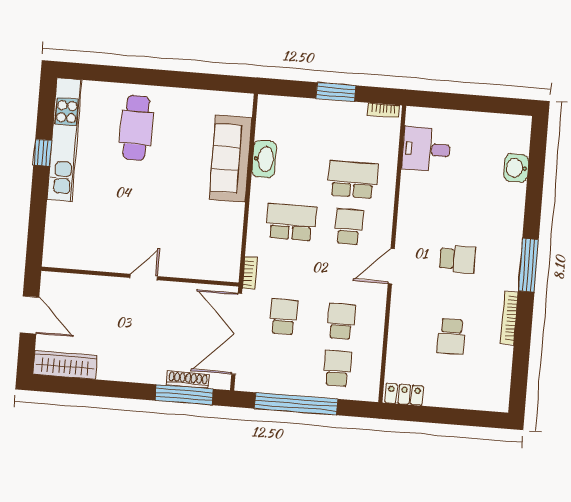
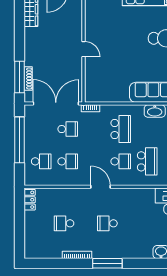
school desk: (457, 259) -> (107, 223), turned 90

